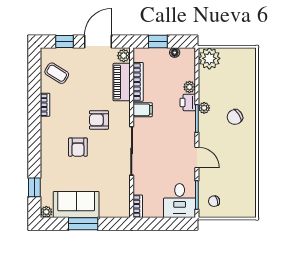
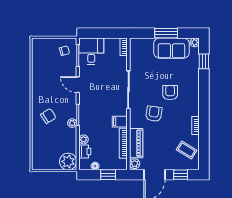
printer: (188, 102) -> (85, 151), moved
armchair: (99, 120) -> (154, 114), turned -82

